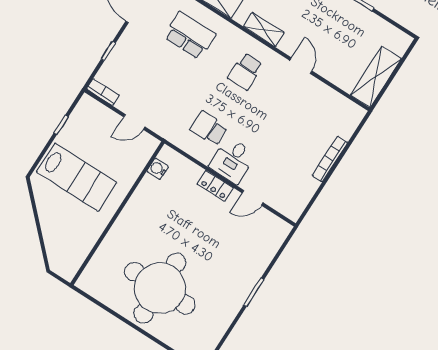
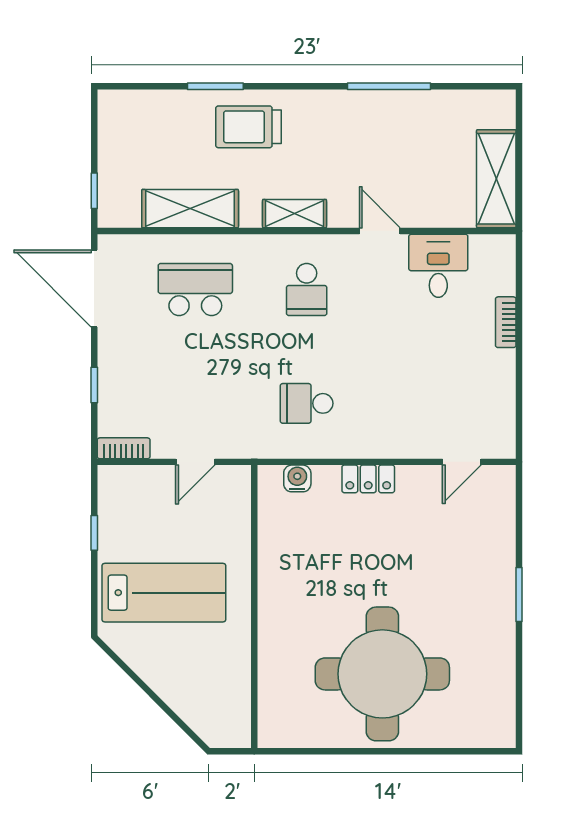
bookcase: (330, 159) -> (506, 322), width x0.64
desk: (232, 160) -> (438, 266), moved, turned 180
water cooler: (158, 169) -> (297, 478), moved, turned 90
door: (253, 198) -> (462, 462), moved

